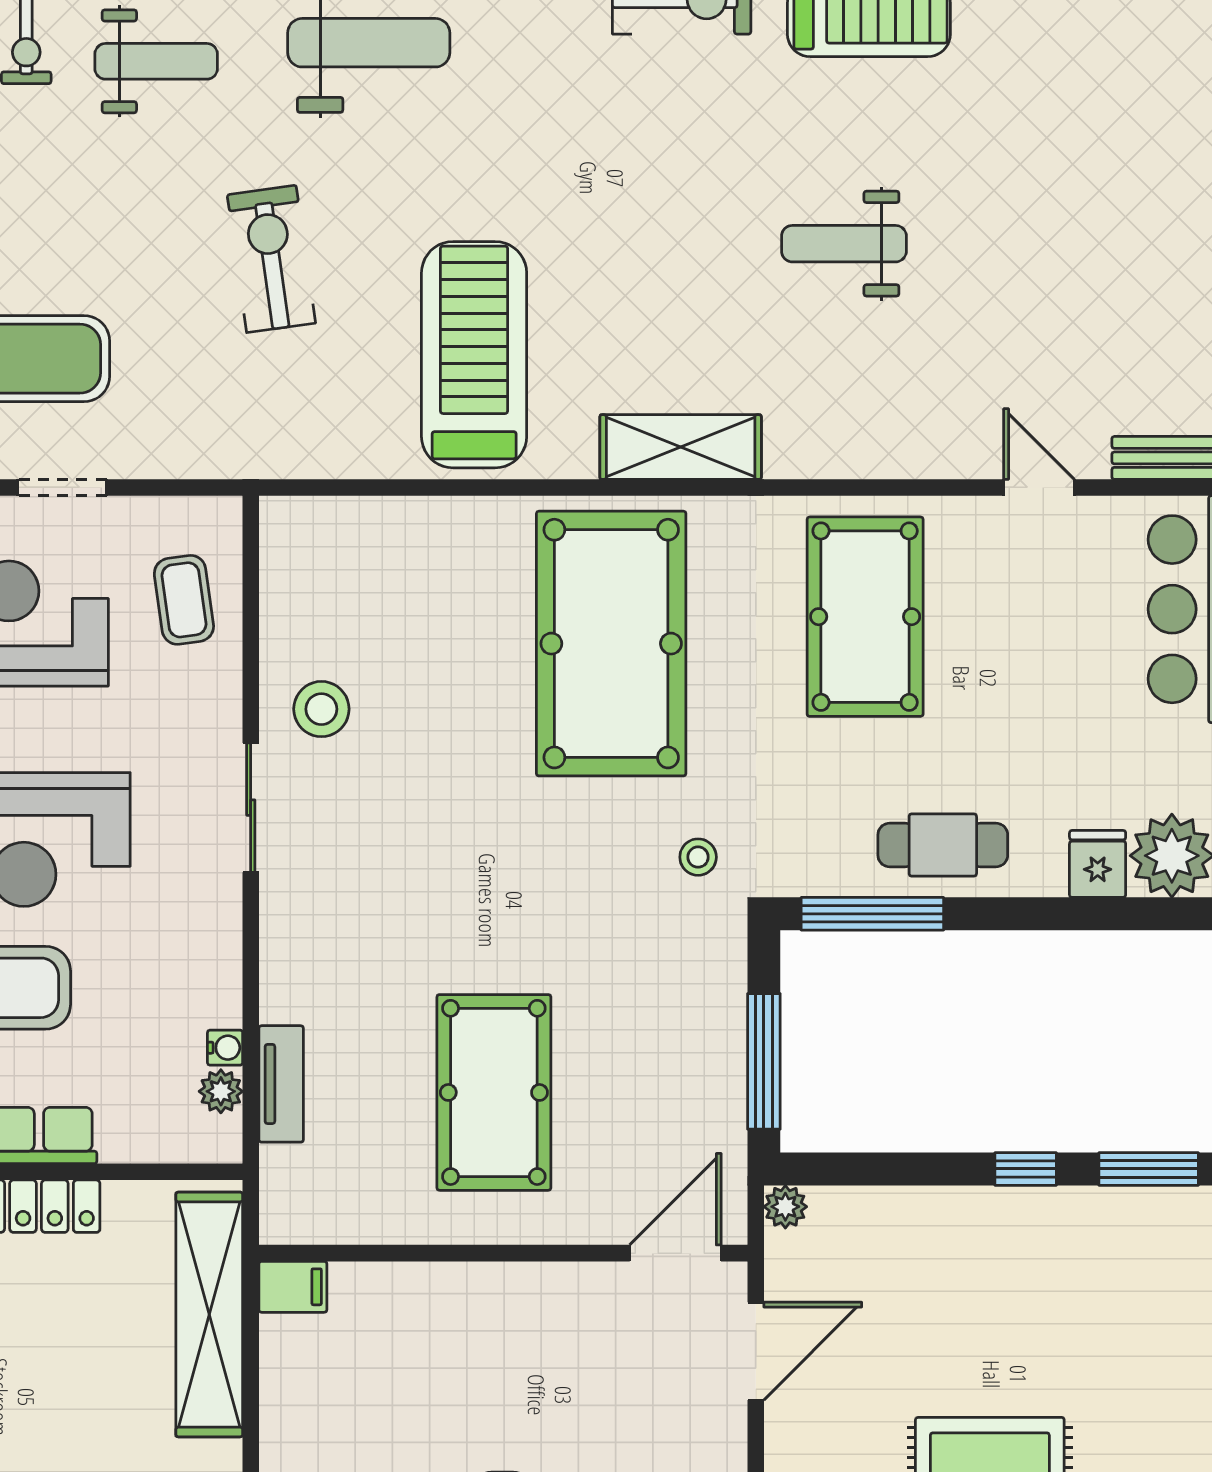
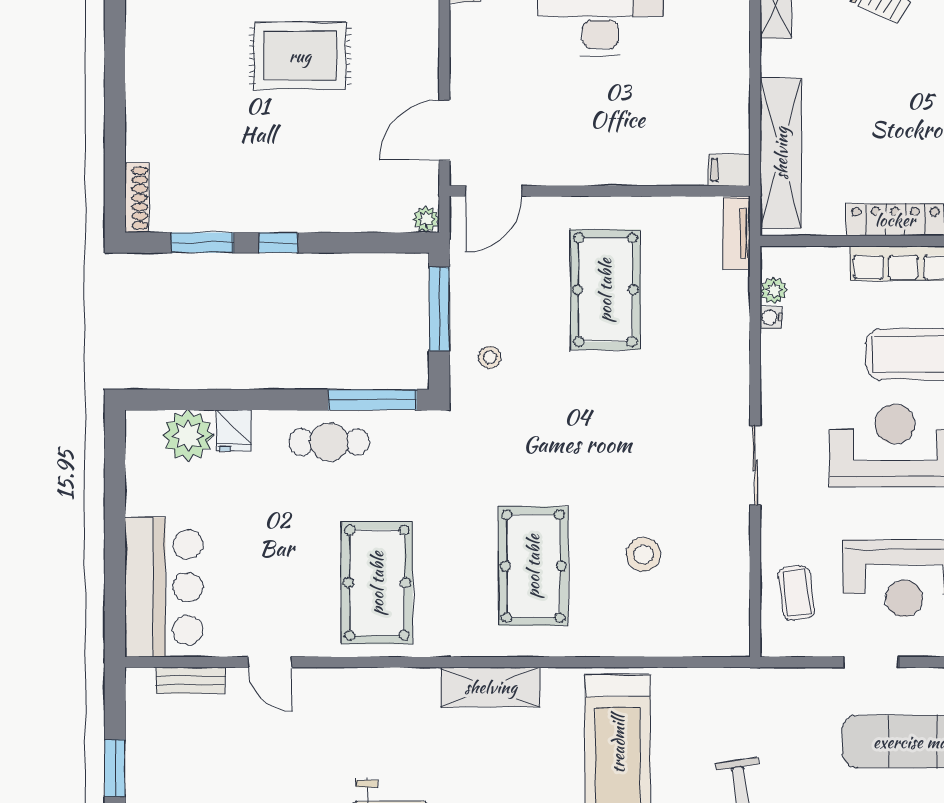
pool table: (611, 644) -> (533, 566), width x0.73, depth x0.76
stool: (321, 709) -> (643, 554), moved
stool: (698, 857) -> (490, 357), moved
tv unit: (281, 1084) -> (736, 233), moved

